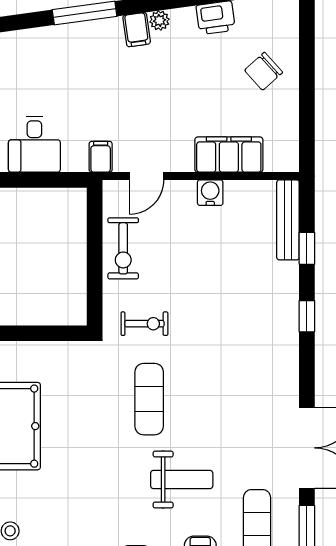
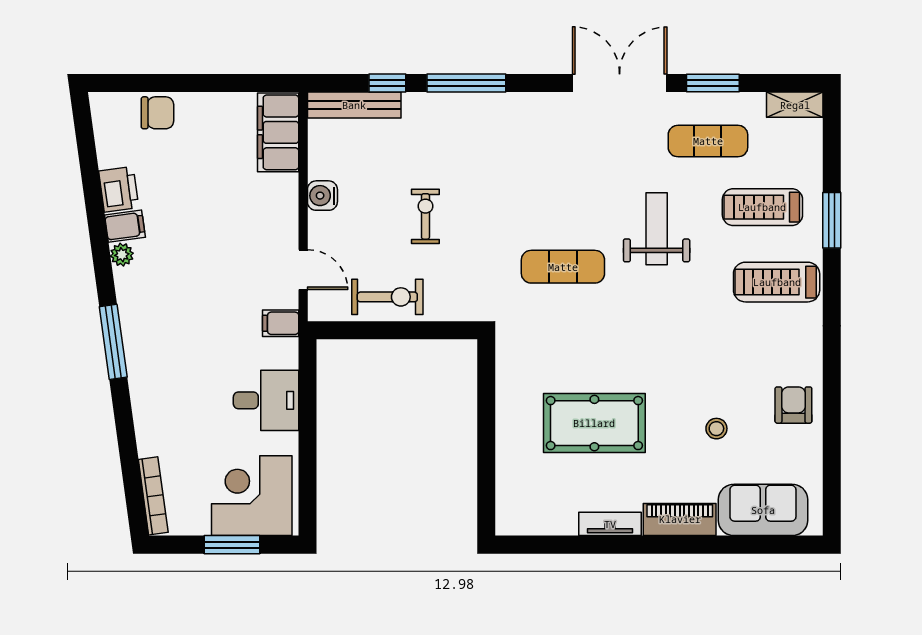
filing cabinet: (137, 30) -> (125, 226), moved
chair: (264, 71) -> (158, 113), moved, turned -48
filing cabinet: (229, 155) -> (278, 132), moved
window: (307, 316) -> (466, 83), width x2.17
exercise bike: (144, 324) -> (425, 216), moved

